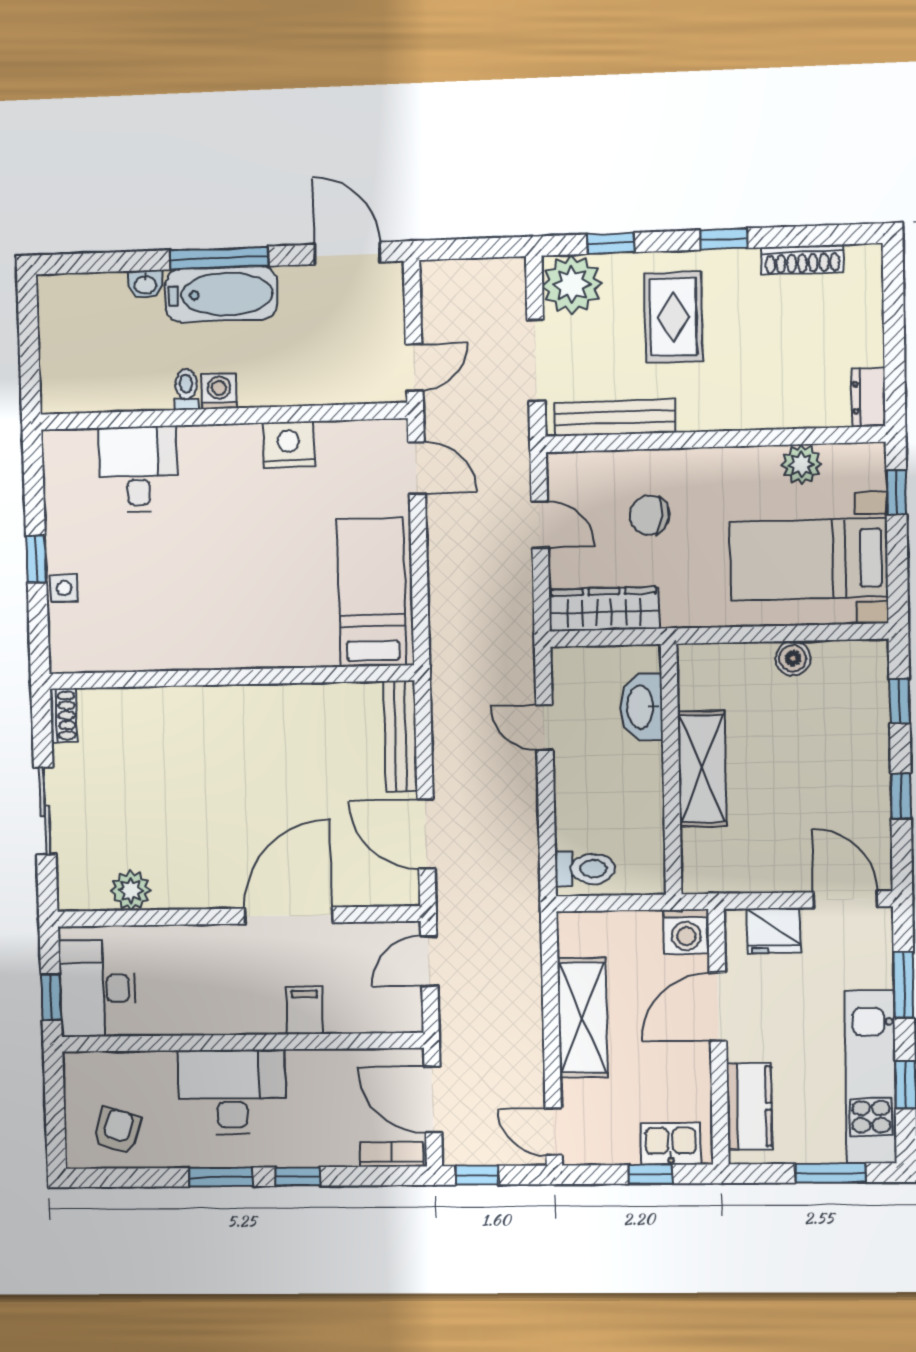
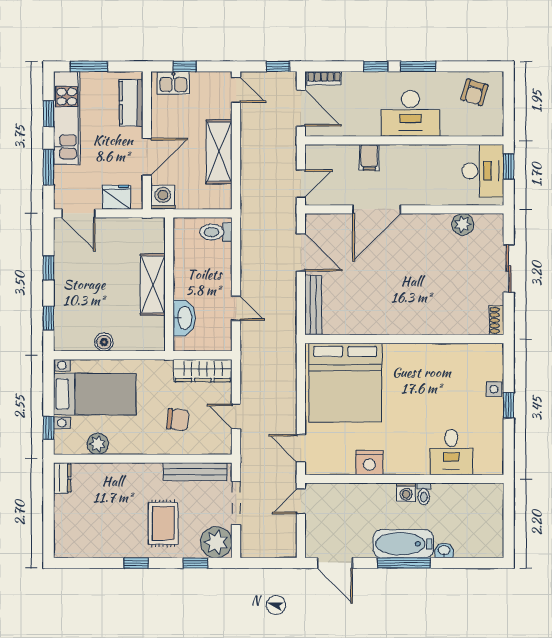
shoe rack: (802, 260) -> (95, 551), removed
bed: (372, 592) -> (345, 383), width x2.04

